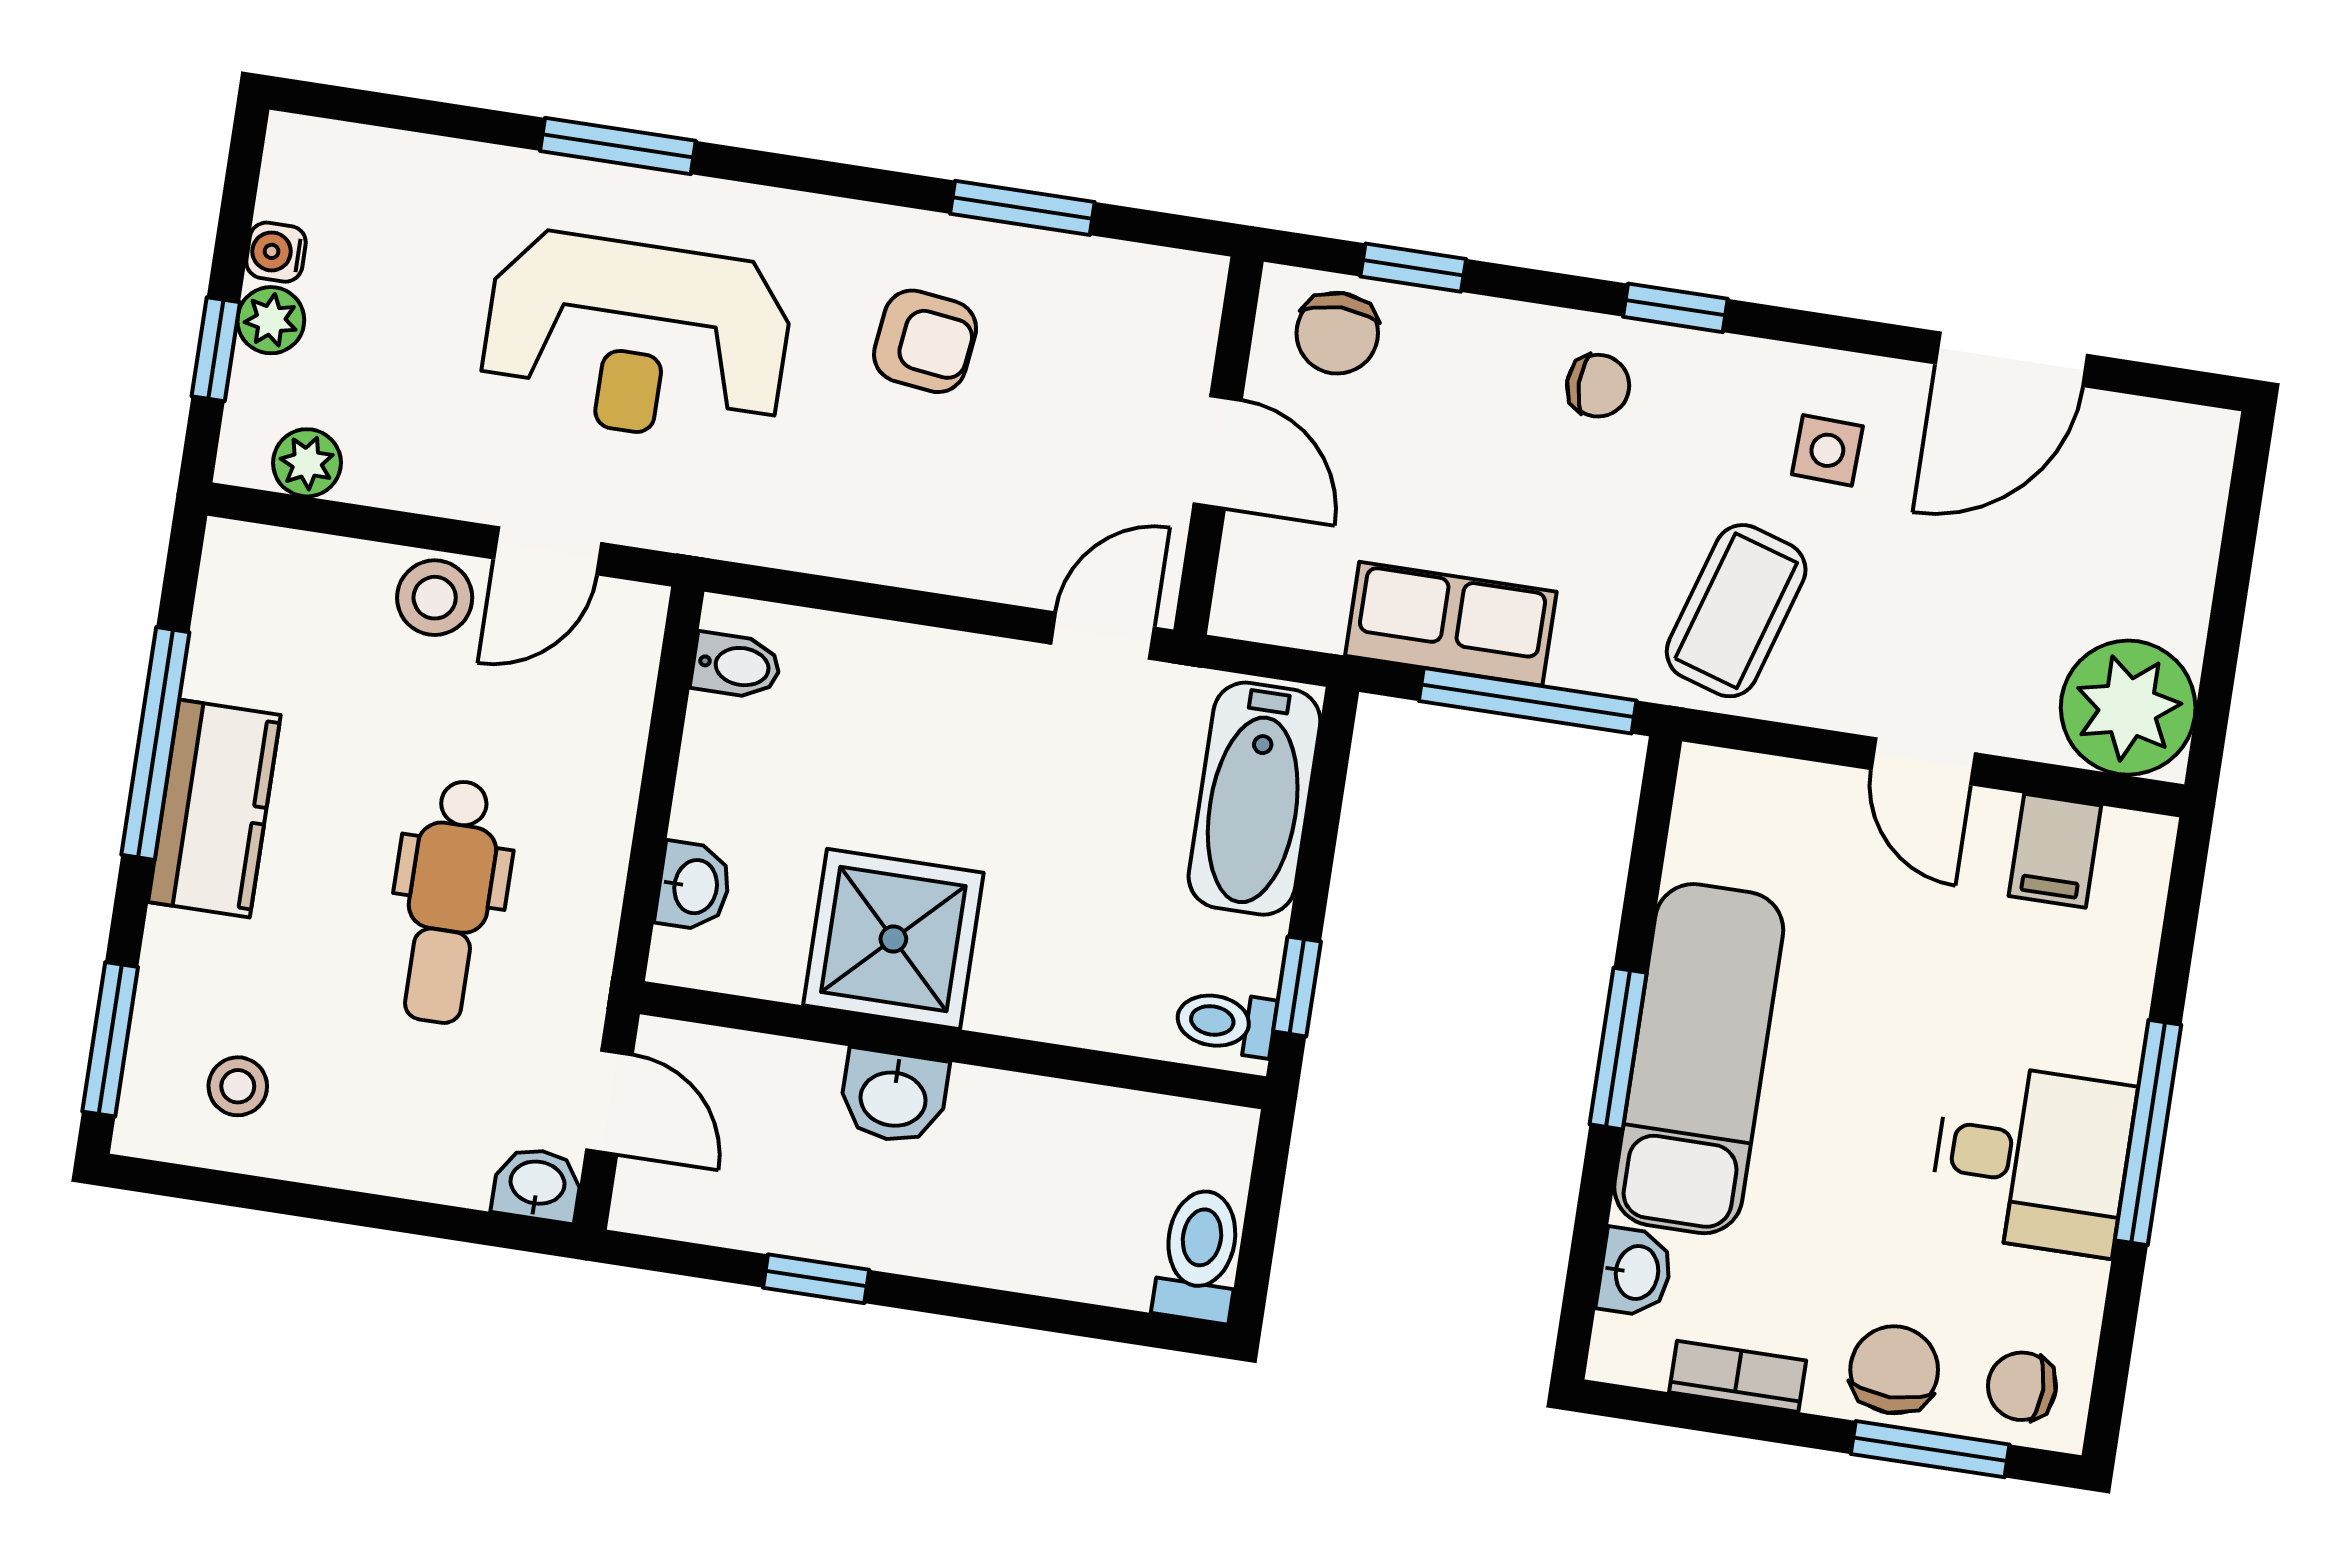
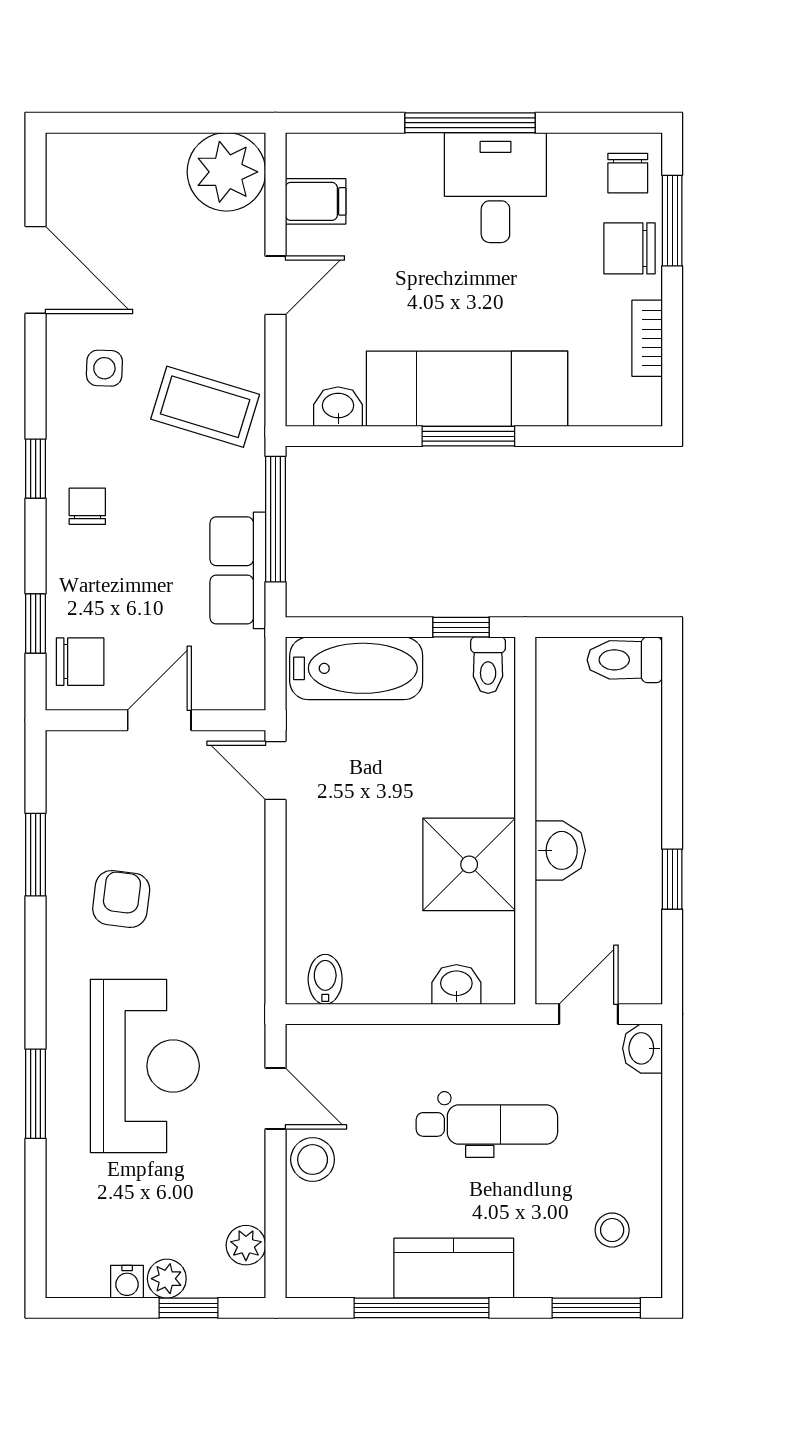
washbasin: (1635, 1272) -> (338, 407), moved

